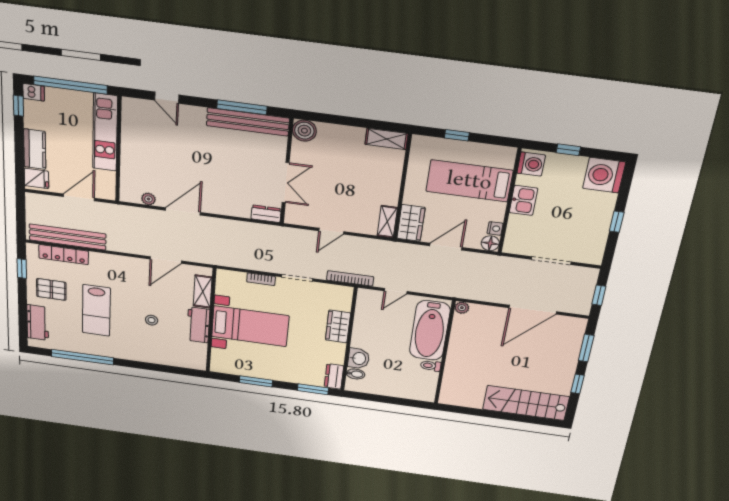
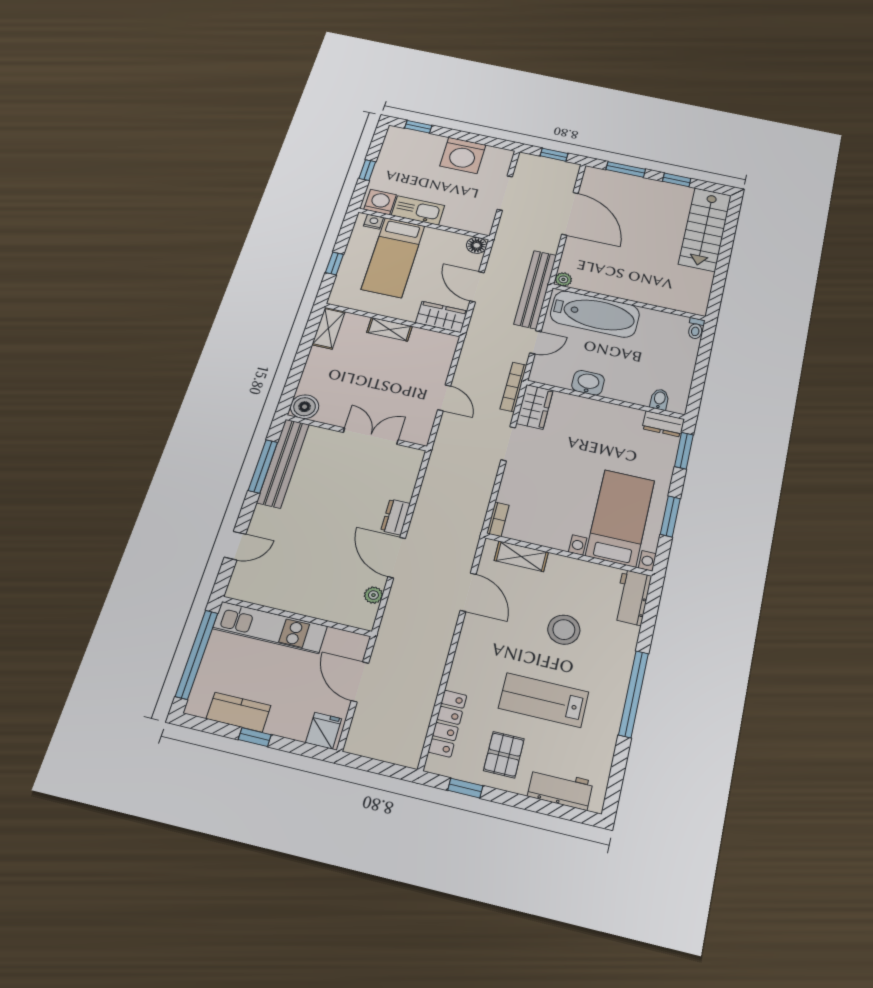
dishwasher: (34, 92) -> (198, 703), removed
window: (18, 106) -> (255, 737), moved
kitchen counter: (35, 149) -> (238, 712), moved
washing machine: (604, 175) -> (463, 155), moved
kitchen sink: (523, 200) -> (418, 210), width x1.38
dresser: (266, 214) -> (396, 517), moved
shelving: (387, 222) -> (389, 329), moved
window: (617, 222) -> (418, 127), moved
nightstand: (495, 229) -> (374, 222), moved
bench: (68, 237) -> (535, 289), moved
bookcase: (261, 279) -> (498, 519), moved
door: (396, 291) -> (535, 342), hinge flipped
lab bench: (96, 310) -> (544, 700), turned 180
stool: (152, 320) -> (564, 630), width x1.89, depth x1.89
workbench: (198, 325) -> (632, 597), moved, turned 90
bed with nightstands: (250, 326) -> (620, 518), moved
wardrobe: (338, 326) -> (535, 407), moved, turned -90
window: (82, 357) -> (634, 694), moved
washbasin: (359, 358) -> (588, 383), moved
toilet: (431, 366) -> (696, 329), moved

